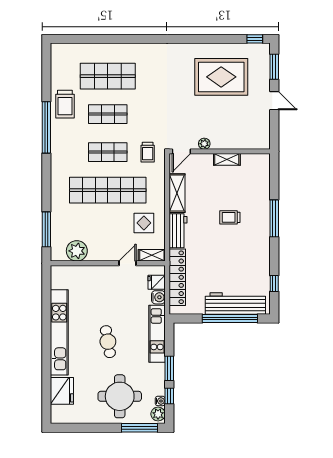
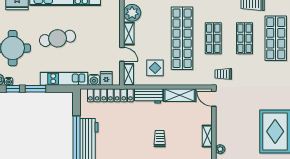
plant: (204, 144) -> (220, 149), moved
trolley: (148, 152) -> (223, 74), moved
shelving: (102, 255) -> (129, 34), added
cafe table: (108, 342) -> (58, 38), width x1.37, depth x1.35

